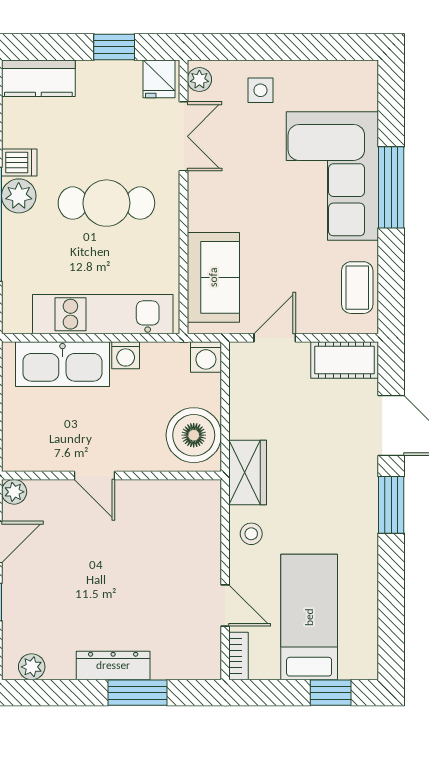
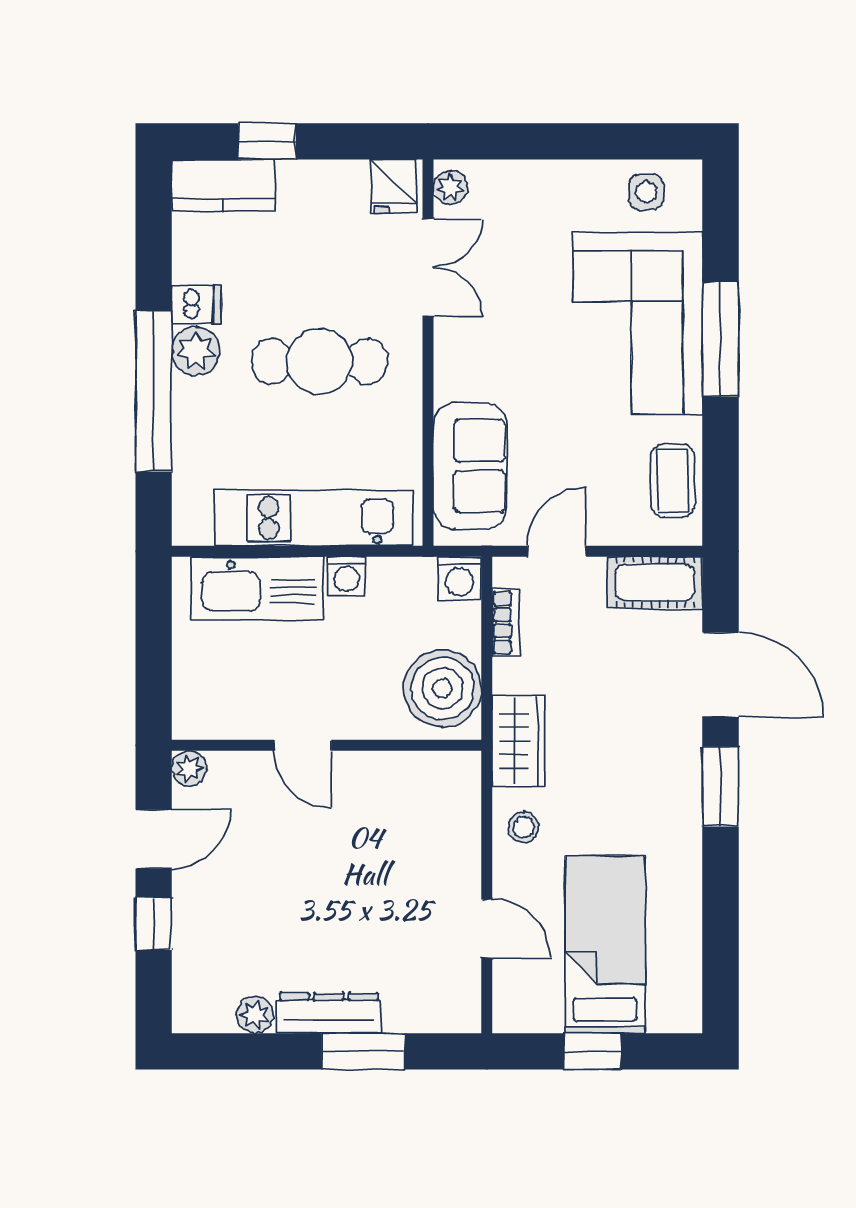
window: (114, 47) -> (267, 141), moved
side table: (260, 90) -> (646, 192), moved
bookcase: (239, 656) -> (506, 623), moved
plant: (32, 667) -> (255, 1015), moved
window: (331, 693) -> (593, 1051), moved

